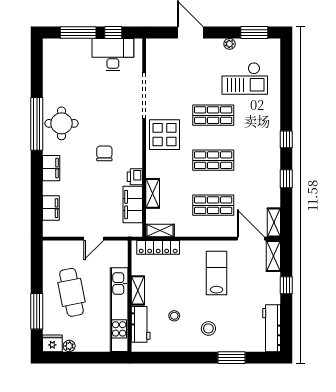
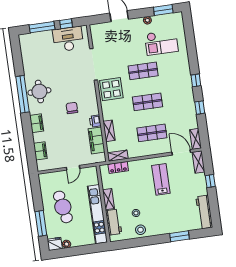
locker: (158, 247) -> (118, 168), width x0.66
stool: (208, 328) -> (140, 230), moved

